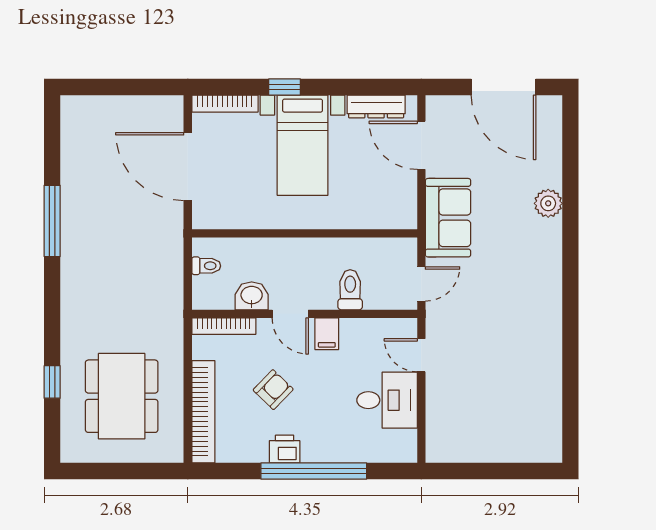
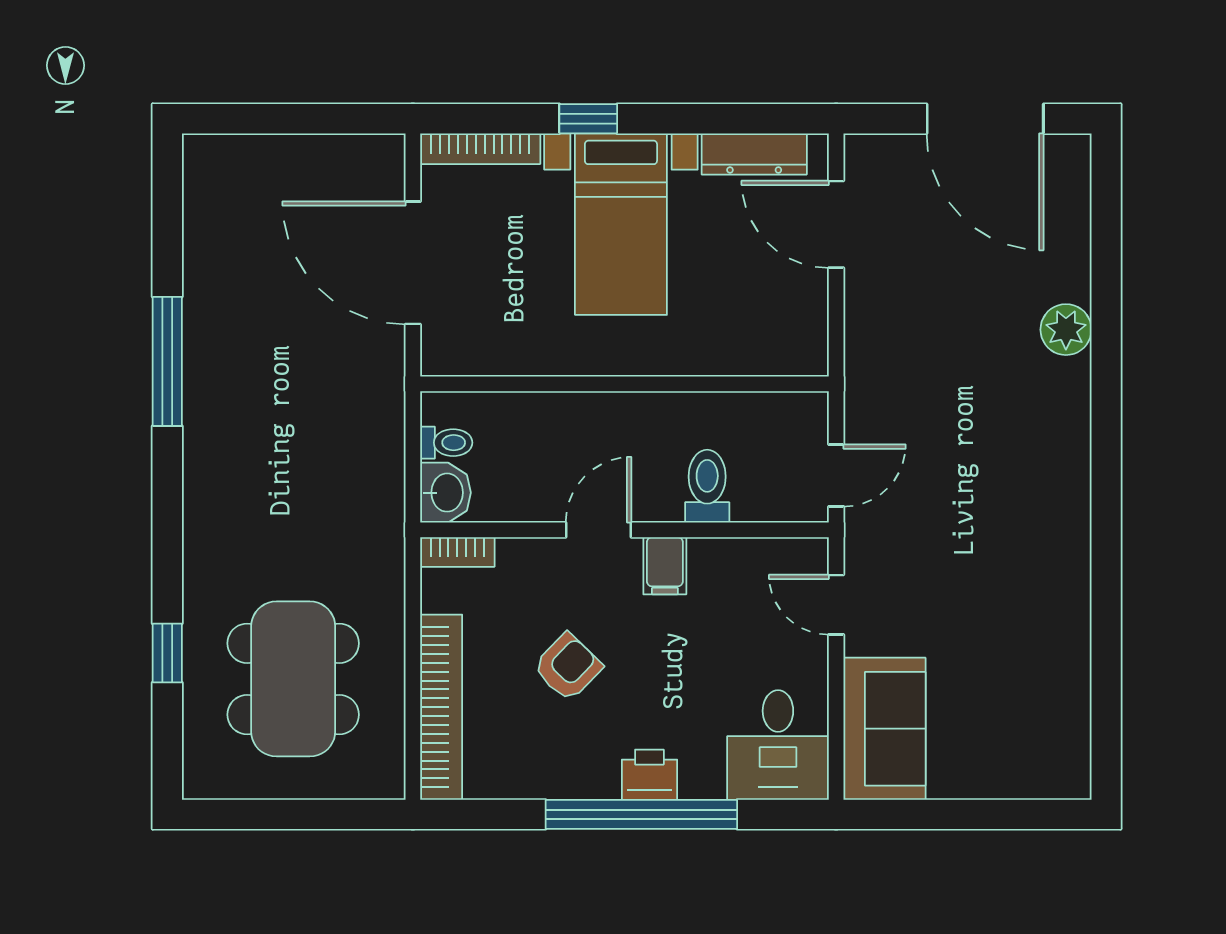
sofa: (448, 218) -> (884, 729), moved
washbasin: (252, 296) -> (446, 493), moved, turned 90
door: (290, 314) -> (599, 530), swing flipped
bookcase: (224, 326) -> (457, 552), width x0.64
desk: (387, 400) -> (778, 745), moved, turned 90
printer: (285, 449) -> (649, 775), moved

